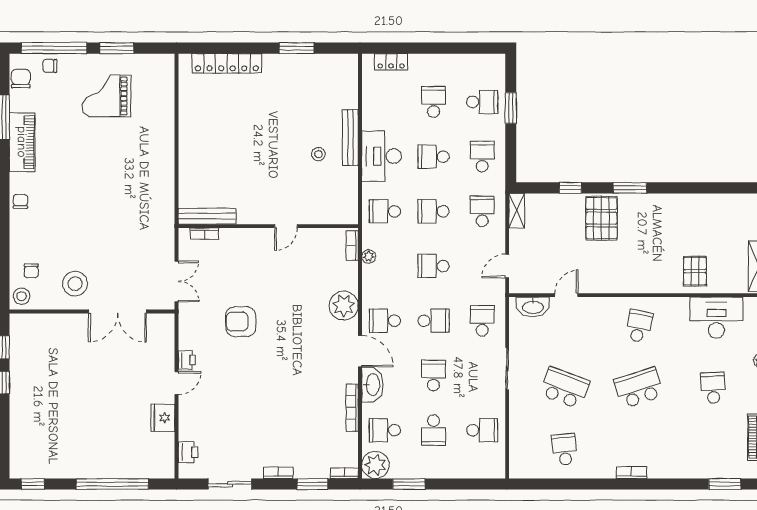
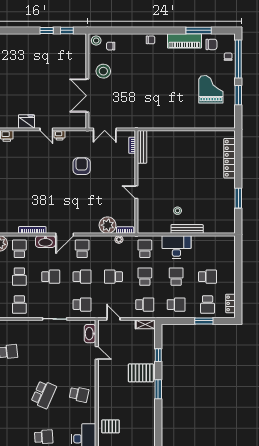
locker: (391, 62) -> (230, 303), moved
chair: (21, 79) -> (211, 44), moved
school desk: (434, 266) -> (113, 277), turned -90
plant: (344, 306) -> (107, 225), moved
school desk: (434, 321) -> (82, 277), turned -90
school desk: (564, 388) -> (44, 352), removed
school desk: (639, 388) -> (44, 394), turned 42
school desk: (434, 430) -> (19, 277), turned -90

